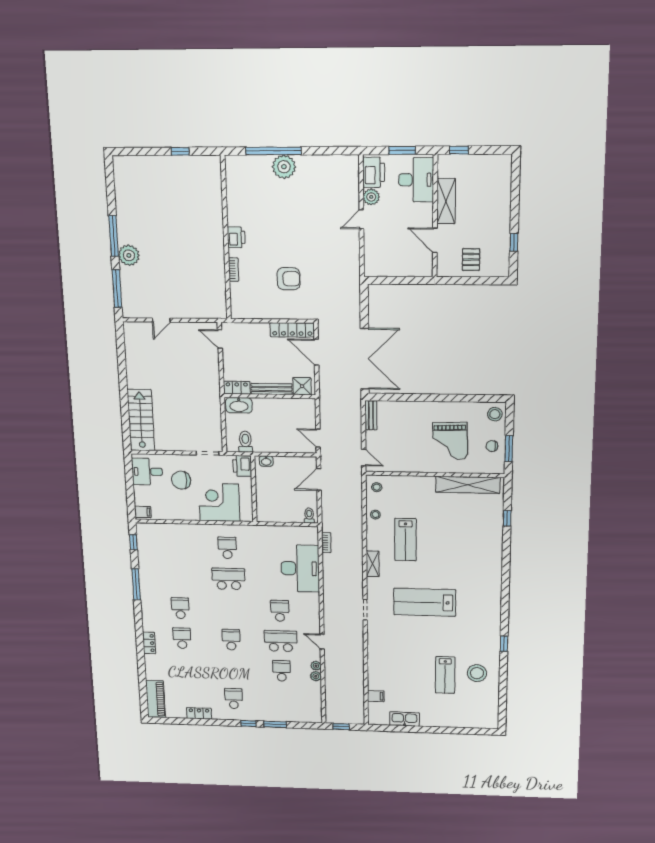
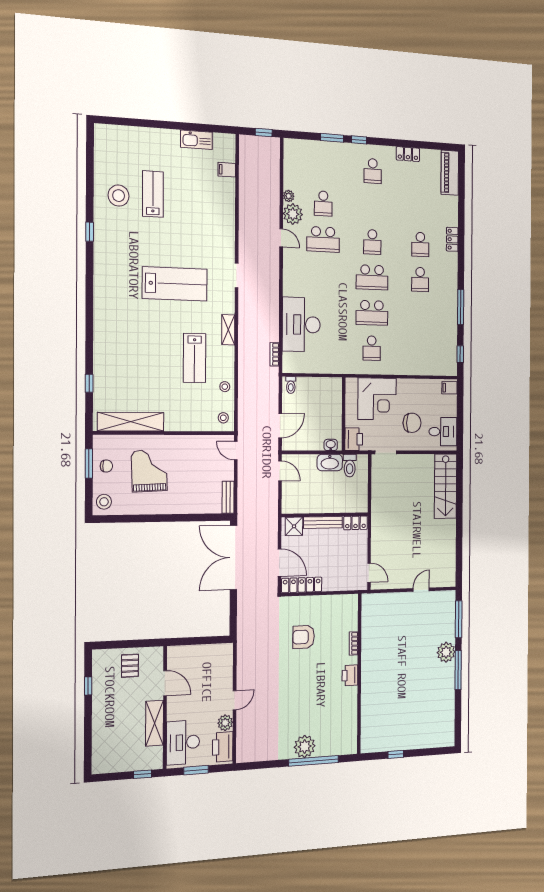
washbasin: (239, 405) -> (330, 462), moved, turned 180
lab bench: (406, 540) -> (195, 358), turned 180
school desk: (280, 611) -> (372, 277), moved, width x1.85
plant: (316, 666) -> (293, 214), width x1.88, depth x1.88

